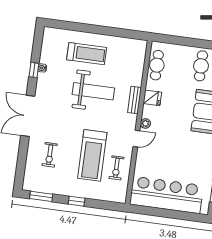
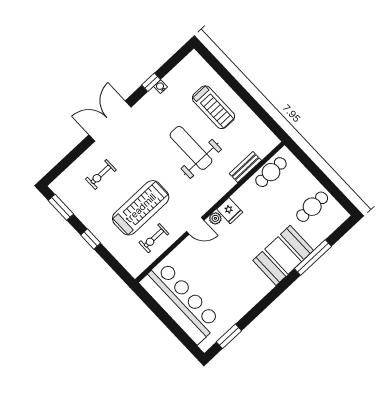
weight bench: (93, 91) -> (191, 148), turned 180
fridge: (152, 98) -> (230, 211), moved
bench: (135, 100) -> (245, 167), moved
treadmill: (92, 155) -> (141, 208), turned 180

